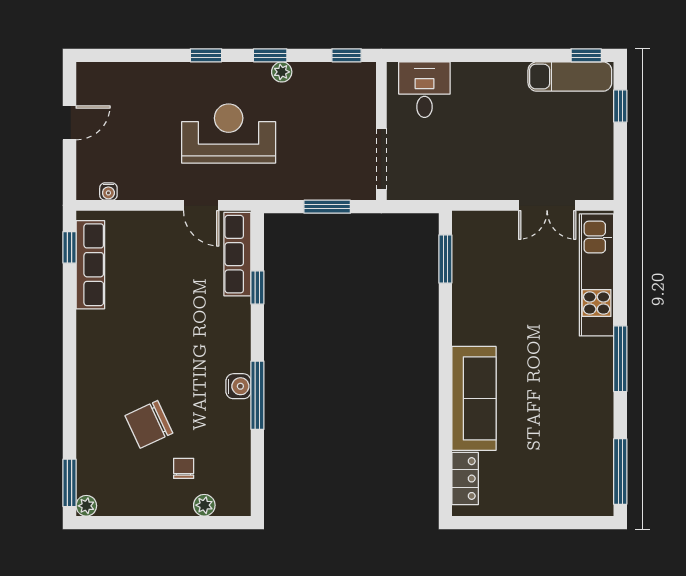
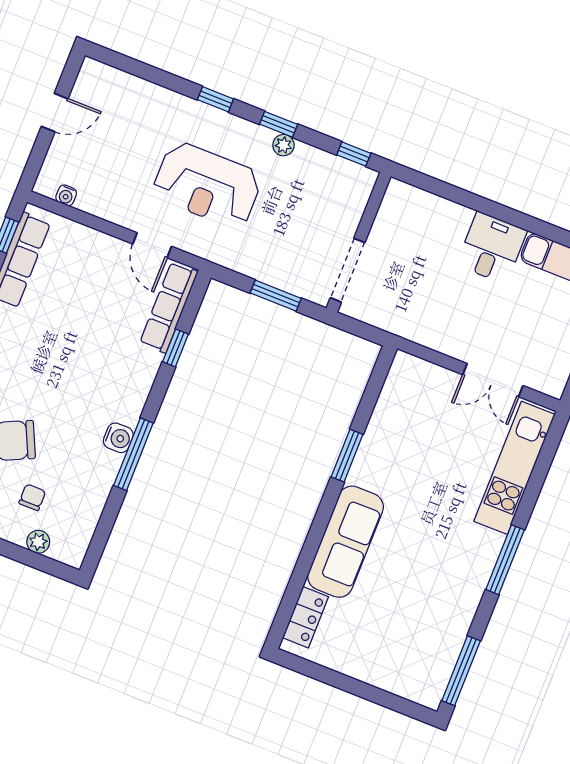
desk: (424, 90) -> (492, 248), moved
reception desk: (229, 133) -> (207, 185), turned 180
window: (445, 259) -> (347, 456), moved

